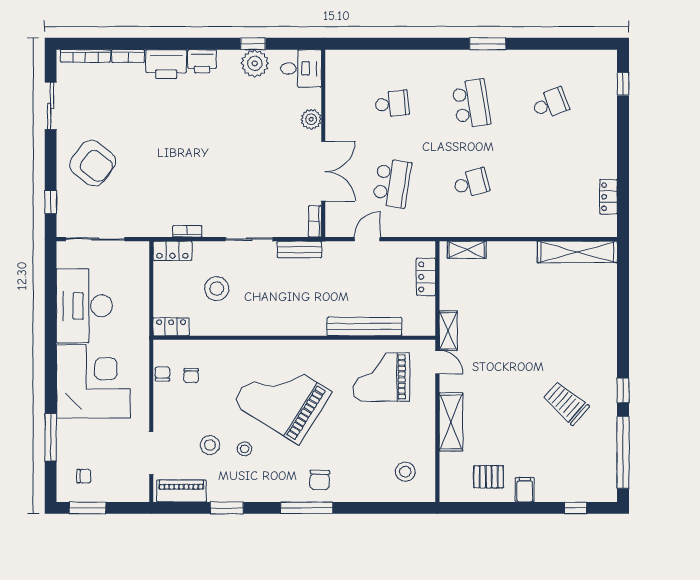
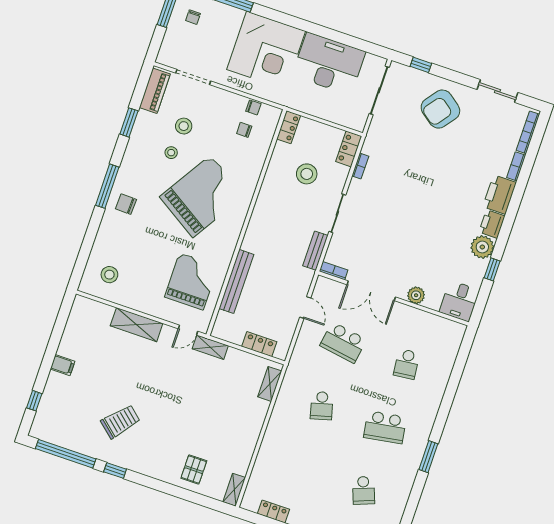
plant: (255, 63) -> (482, 247), moved
shelving: (577, 252) -> (234, 490), width x0.45, depth x0.75
pallet: (489, 477) -> (194, 470), moved

